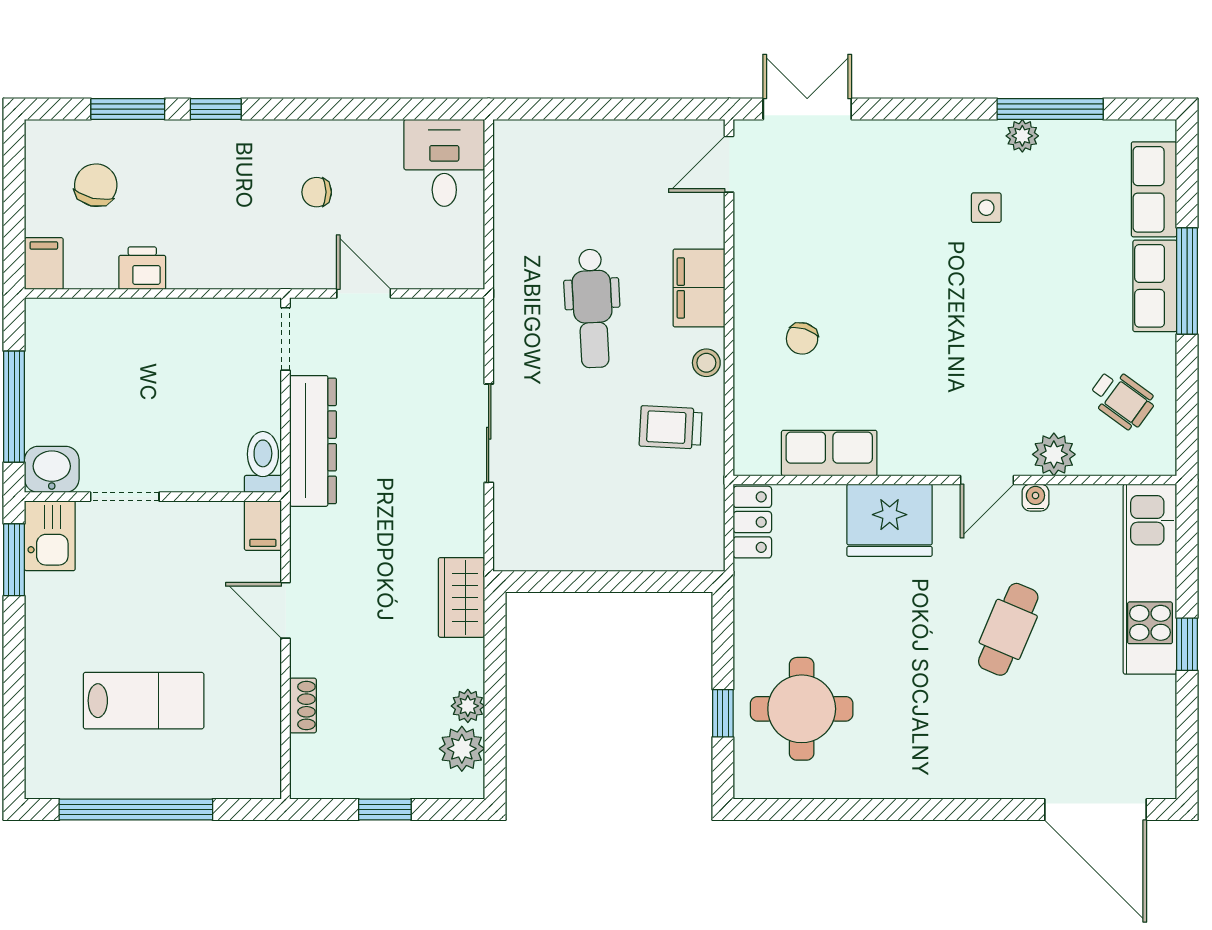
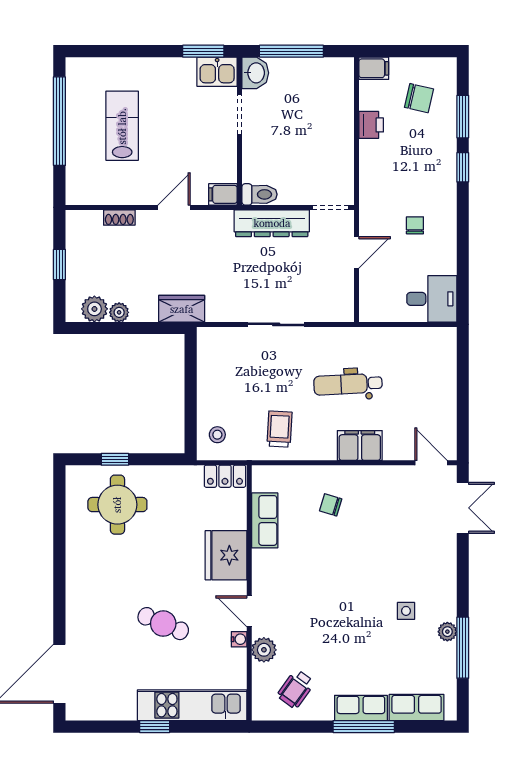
stool: (706, 363) -> (217, 435), moved
lab bench: (144, 701) -> (122, 126), turned 180

